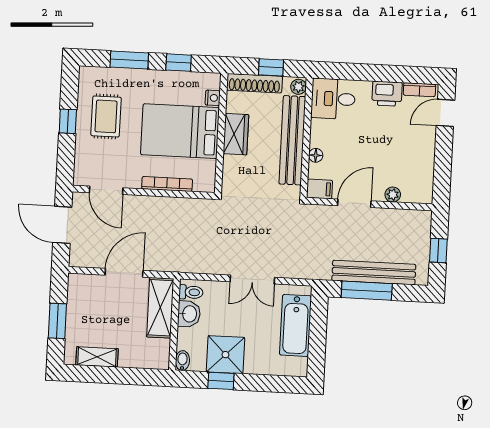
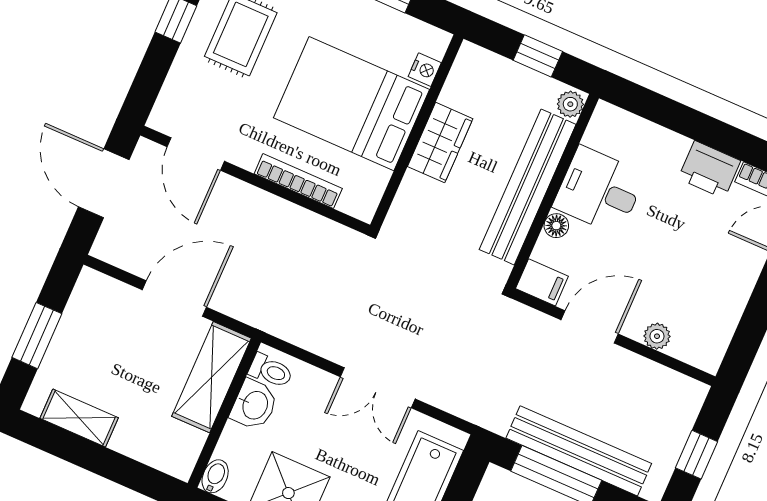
shoe rack: (254, 83) -> (501, 71), removed
desk: (333, 99) -> (599, 190), moved

